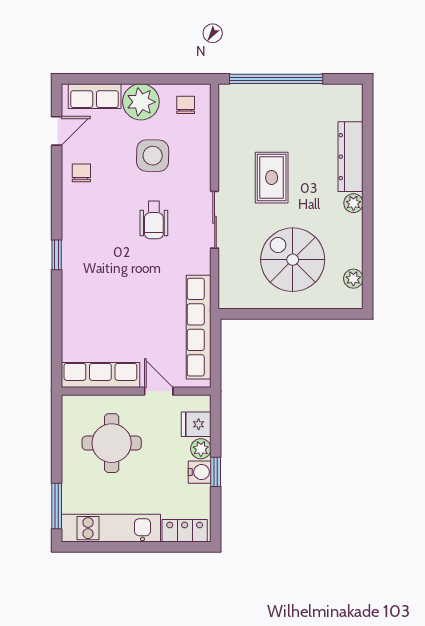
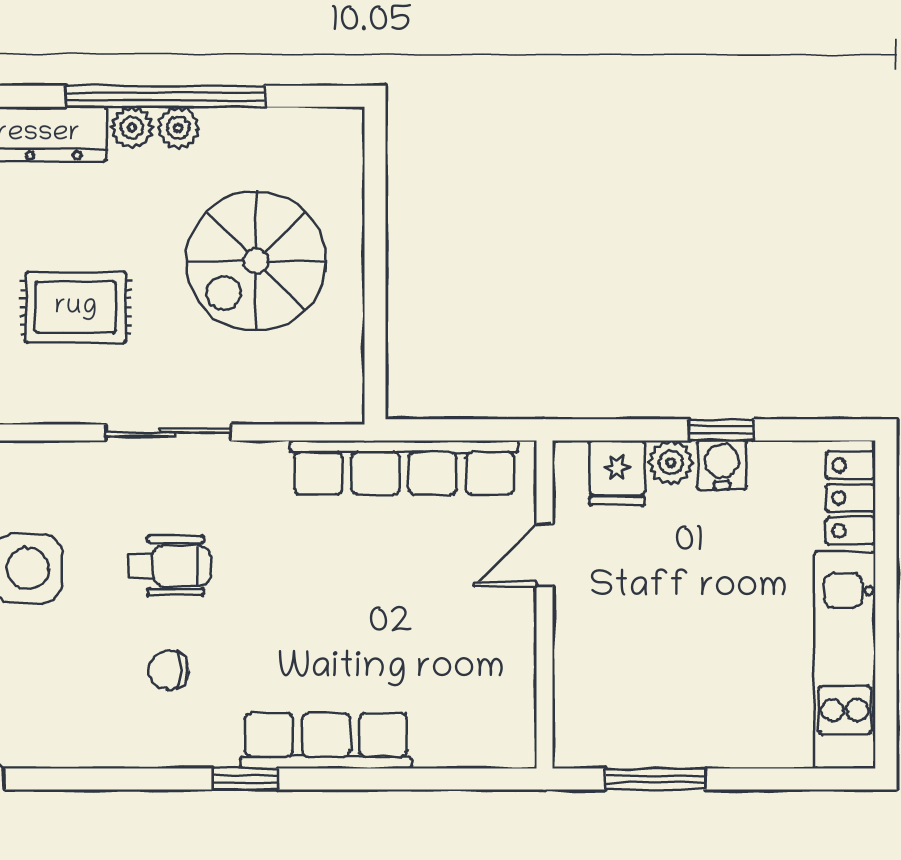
chair: (81, 173) -> (169, 670), moved
window: (368, 218) -> (165, 96), added
plant: (353, 279) -> (178, 128), moved
row of seats: (100, 375) -> (326, 741), moved, turned 90
round table: (112, 443) -> (658, 658), removed
window: (57, 506) -> (655, 779), moved

